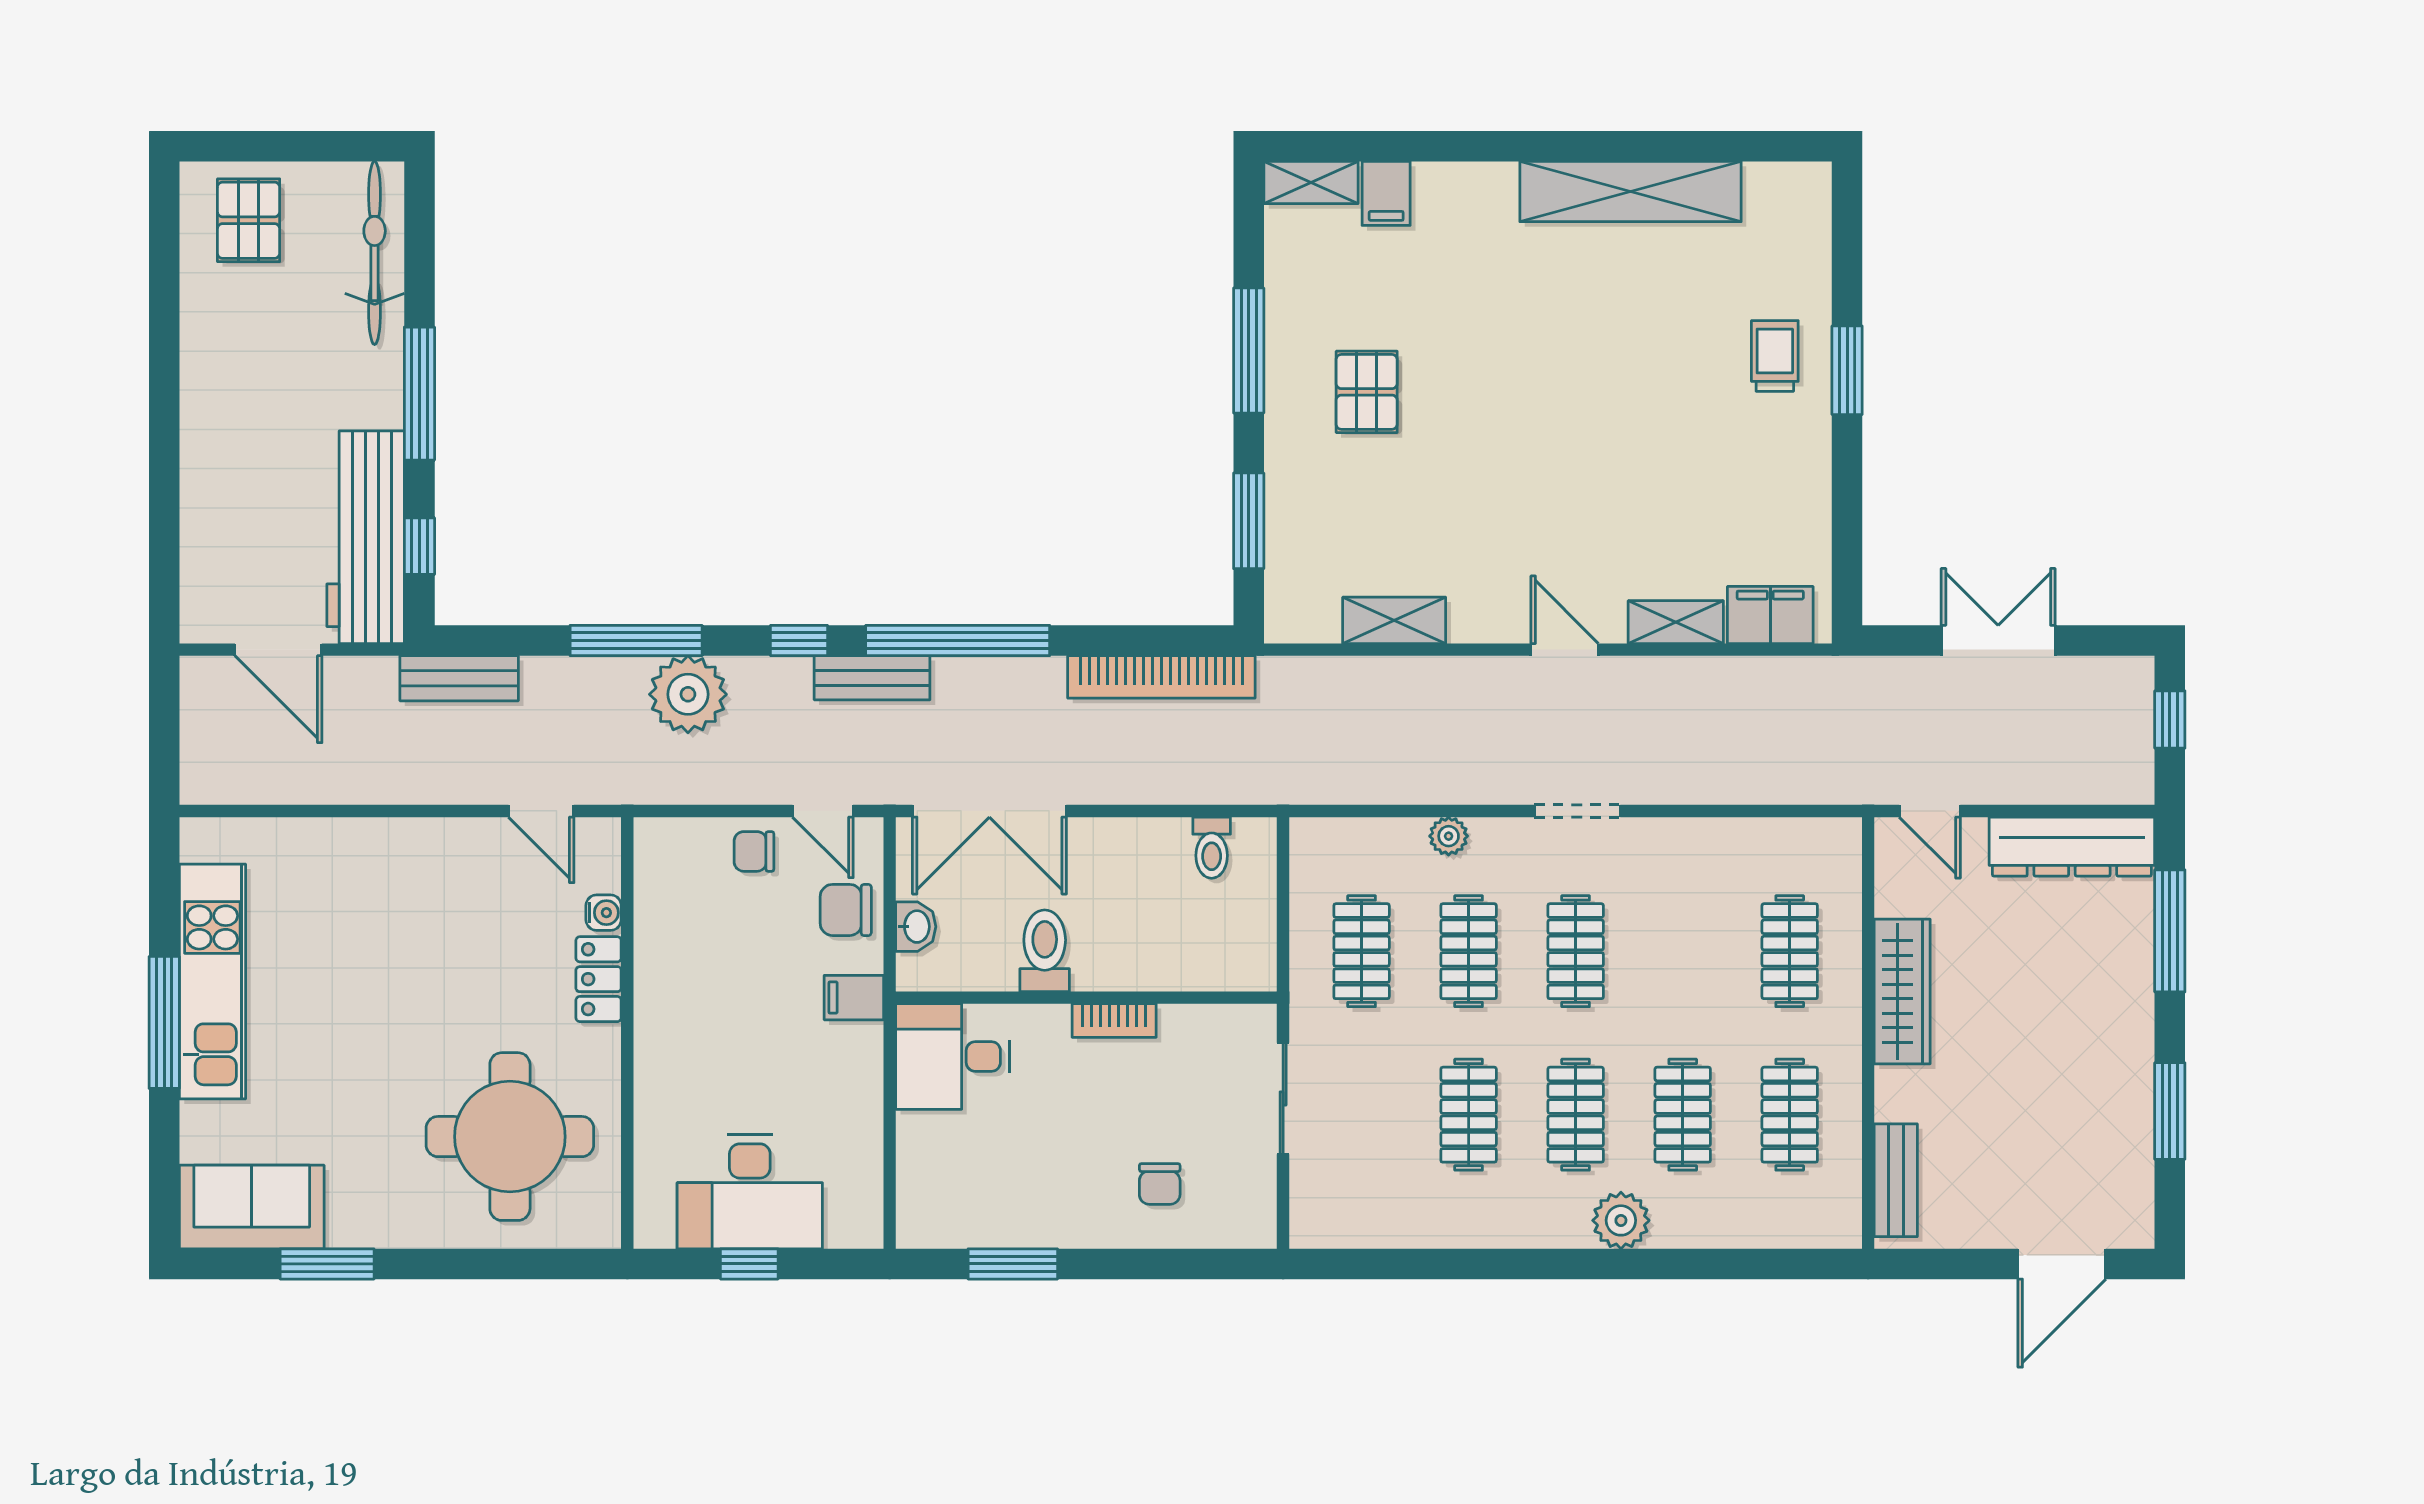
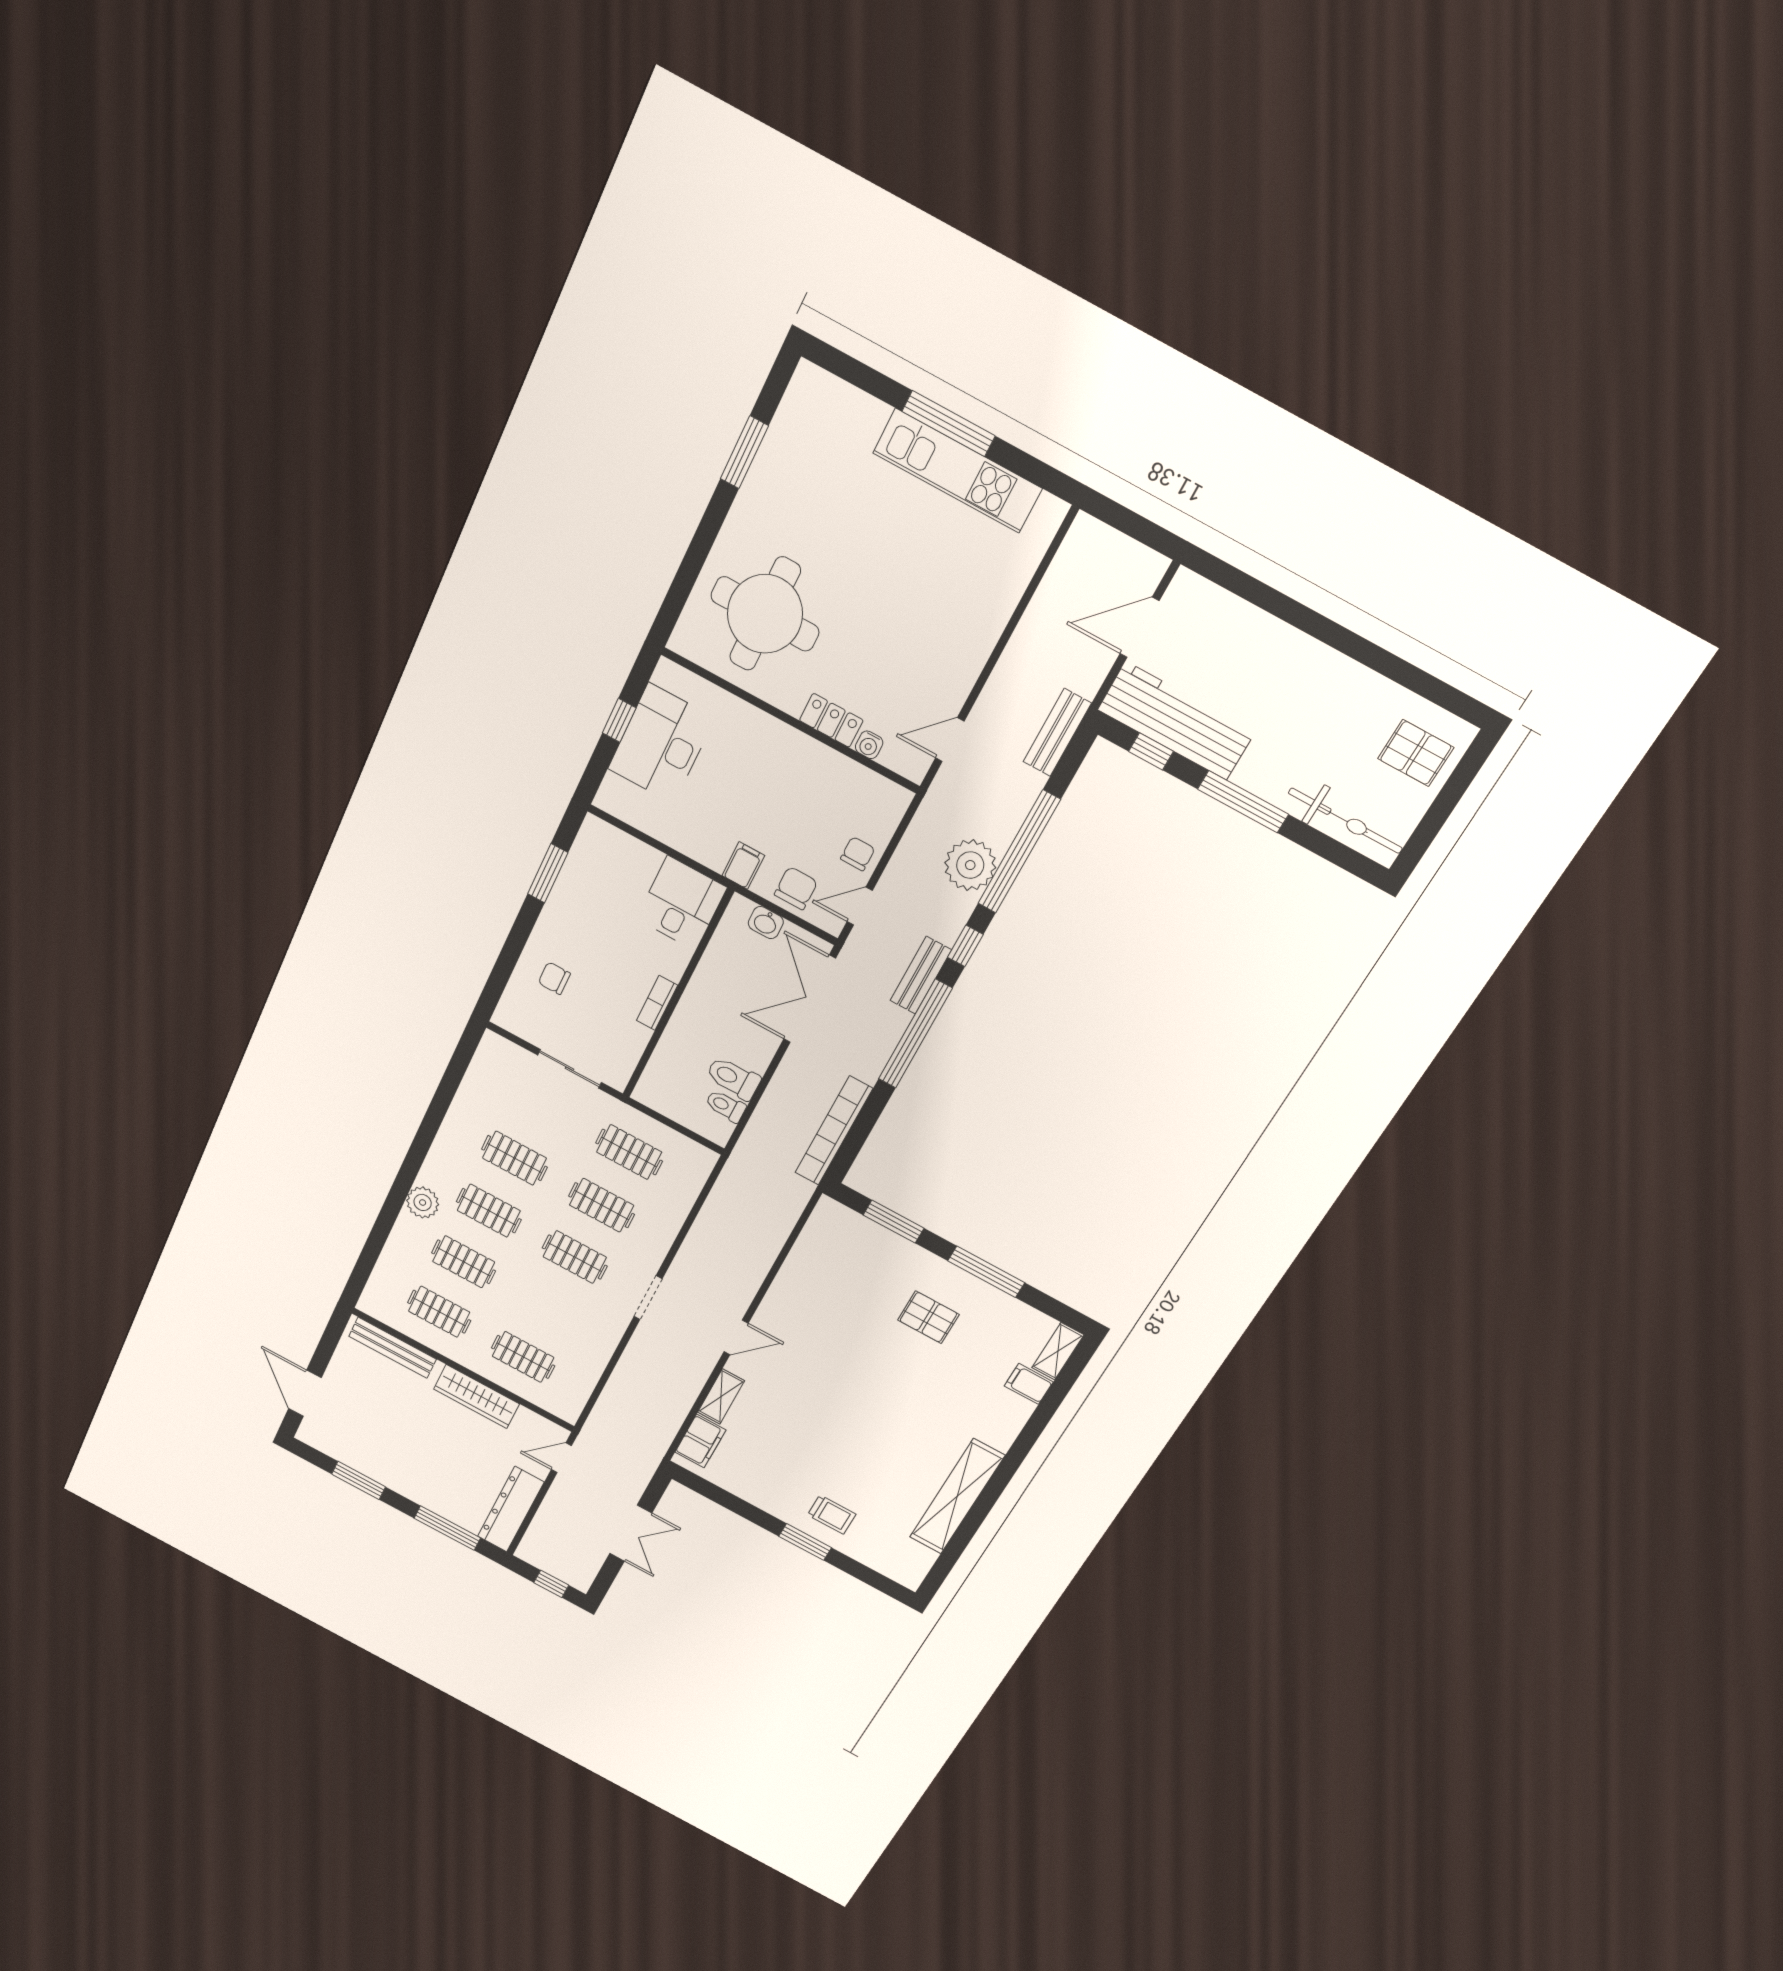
shelving: (1394, 620) -> (798, 1264), removed
window: (636, 640) -> (1019, 852), width x1.46
plant: (1449, 836) -> (668, 1229), removed
toilet: (1045, 951) -> (733, 1078), moved, turned 180
bench: (1896, 1180) -> (393, 1348), width x1.36
sofa: (252, 1207) -> (804, 420), removed

